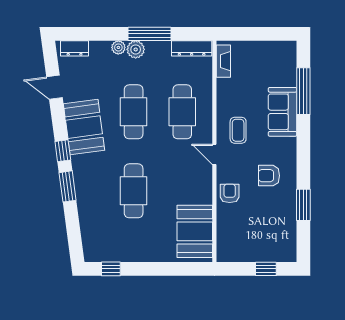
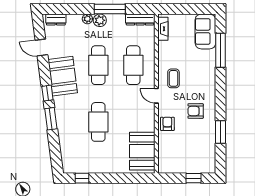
sofa: (282, 112) -> (205, 31), moved

